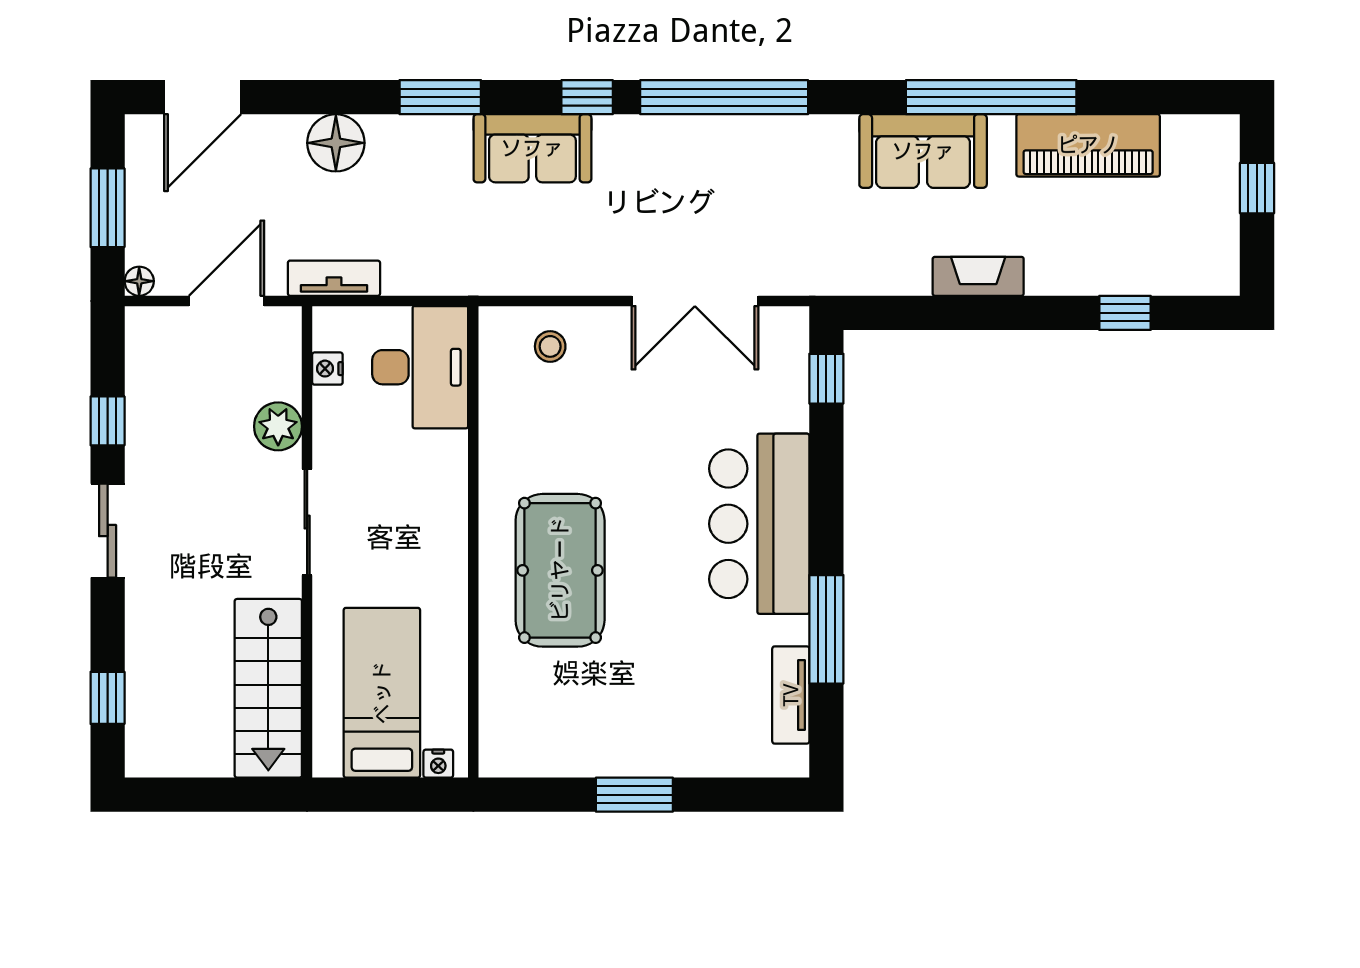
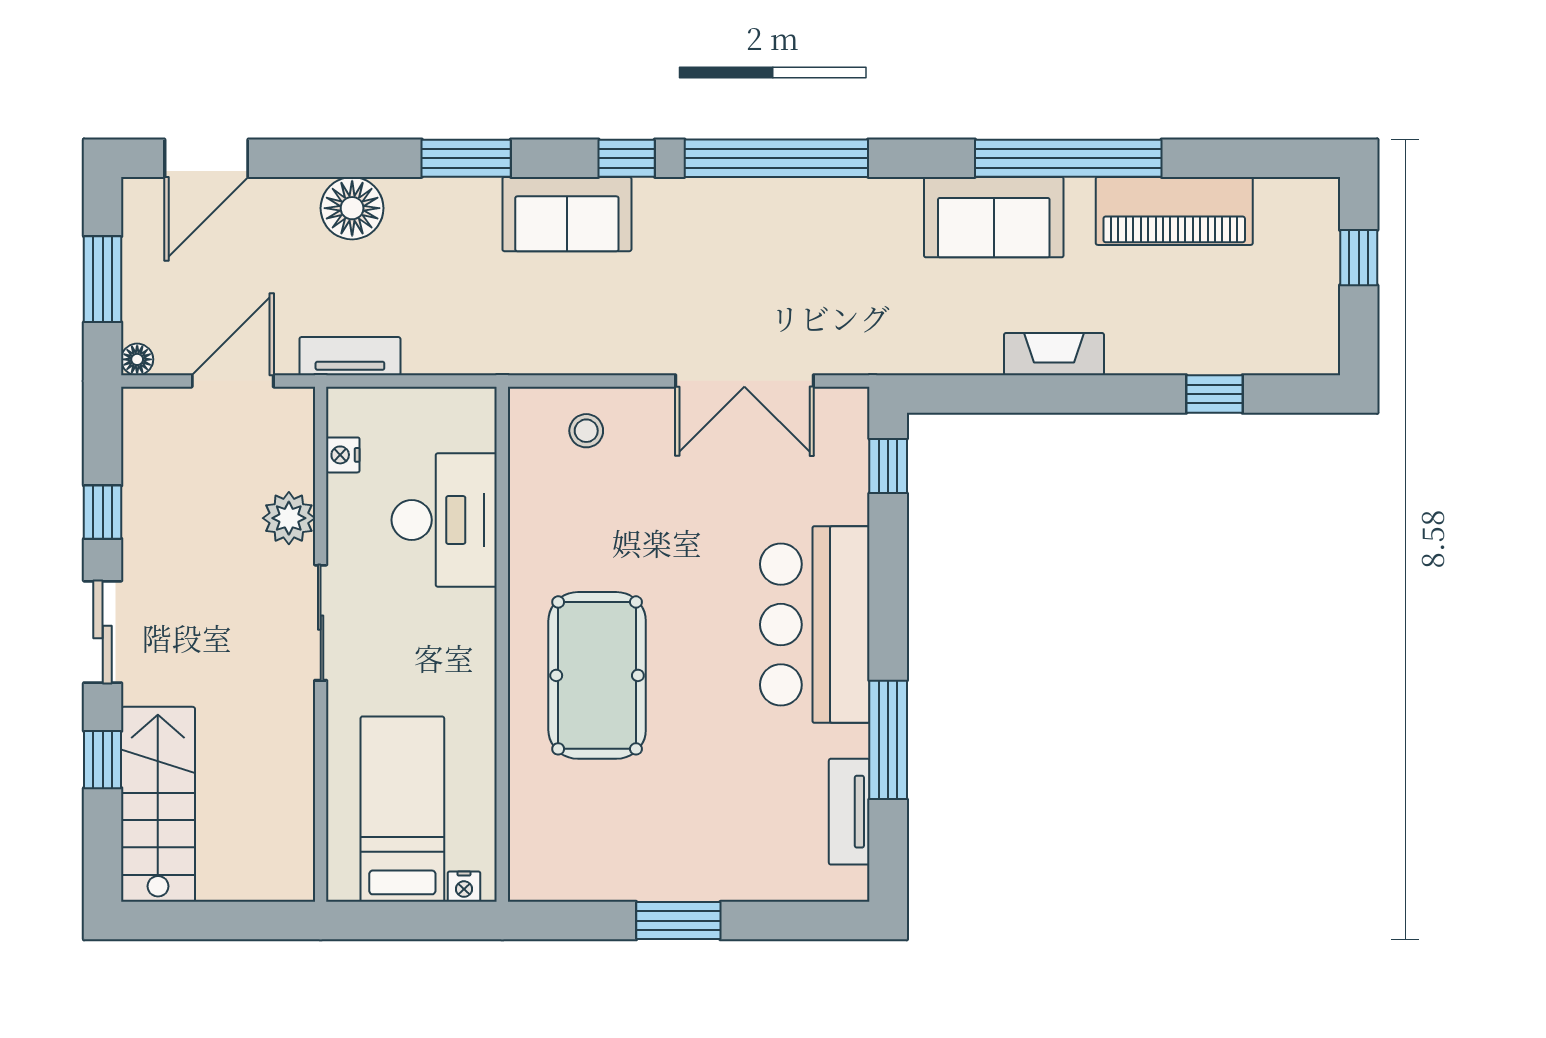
desk: (420, 367) -> (444, 520), moved
stairs: (268, 688) -> (158, 804), moved, turned 180
window: (108, 698) -> (103, 760), moved

